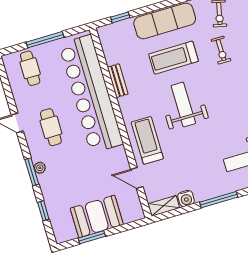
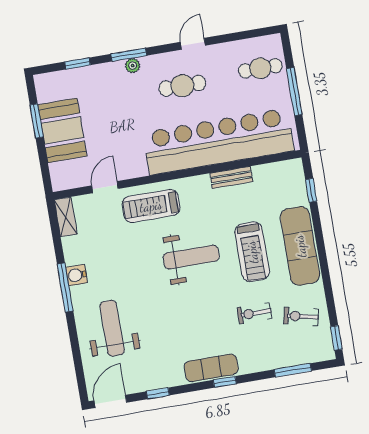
treadmill: (174, 58) -> (252, 252), turned 180
treadmill: (147, 140) -> (151, 206), turned 180
water cooler: (186, 198) -> (77, 275), moved

